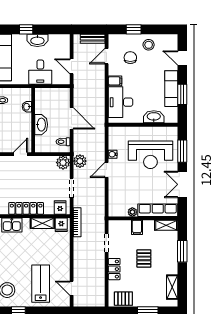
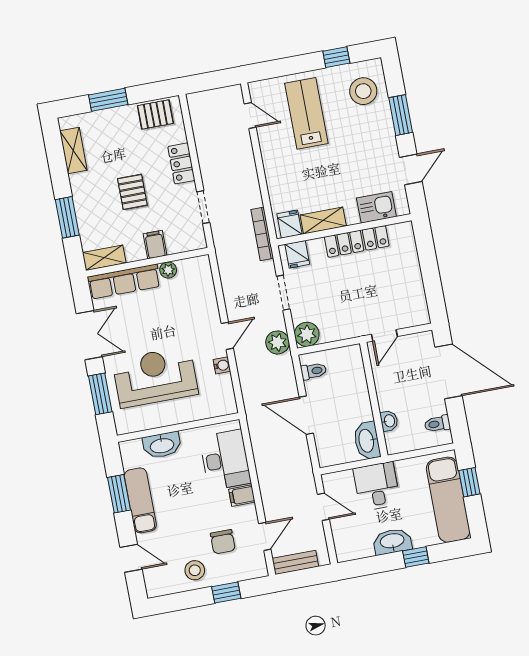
washbasin: (41, 125) -> (367, 441), moved
lab bench: (41, 284) -> (306, 113), turned 180

